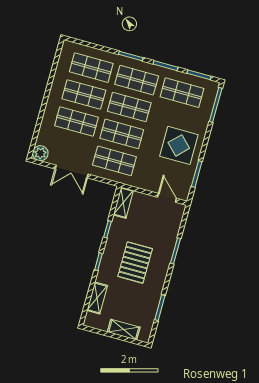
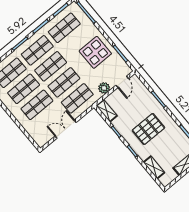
plant: (40, 153) -> (104, 88), moved
double door: (72, 172) -> (66, 129), swing flipped
door: (167, 198) -> (122, 82), swing flipped
pallet: (135, 263) -> (148, 129), turned 90

